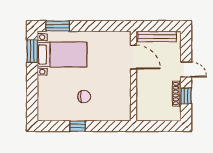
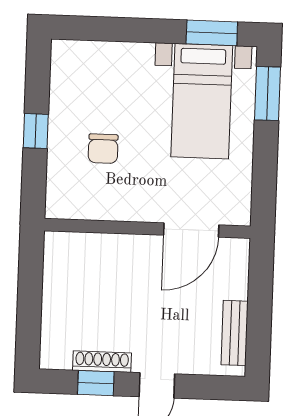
bench: (157, 37) -> (235, 333), width x0.73
door: (134, 57) -> (191, 230), moved
wall: (134, 76) -> (147, 228), moved

